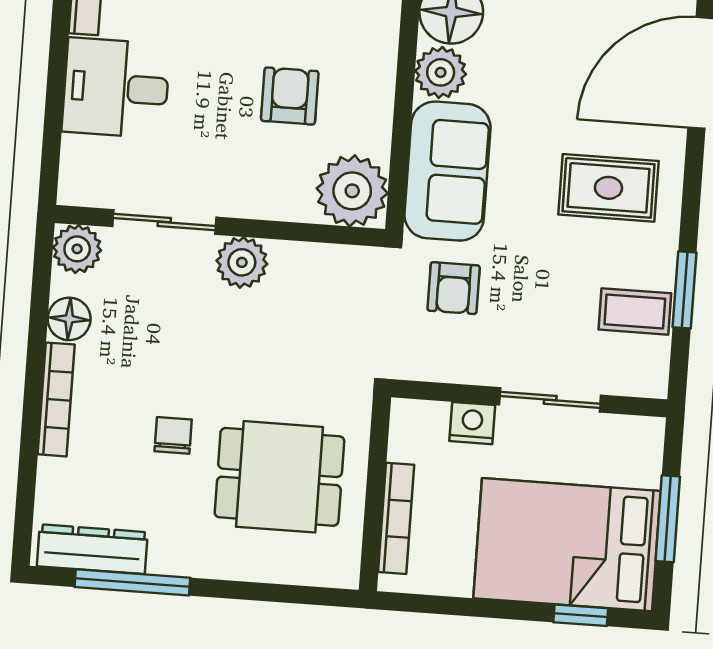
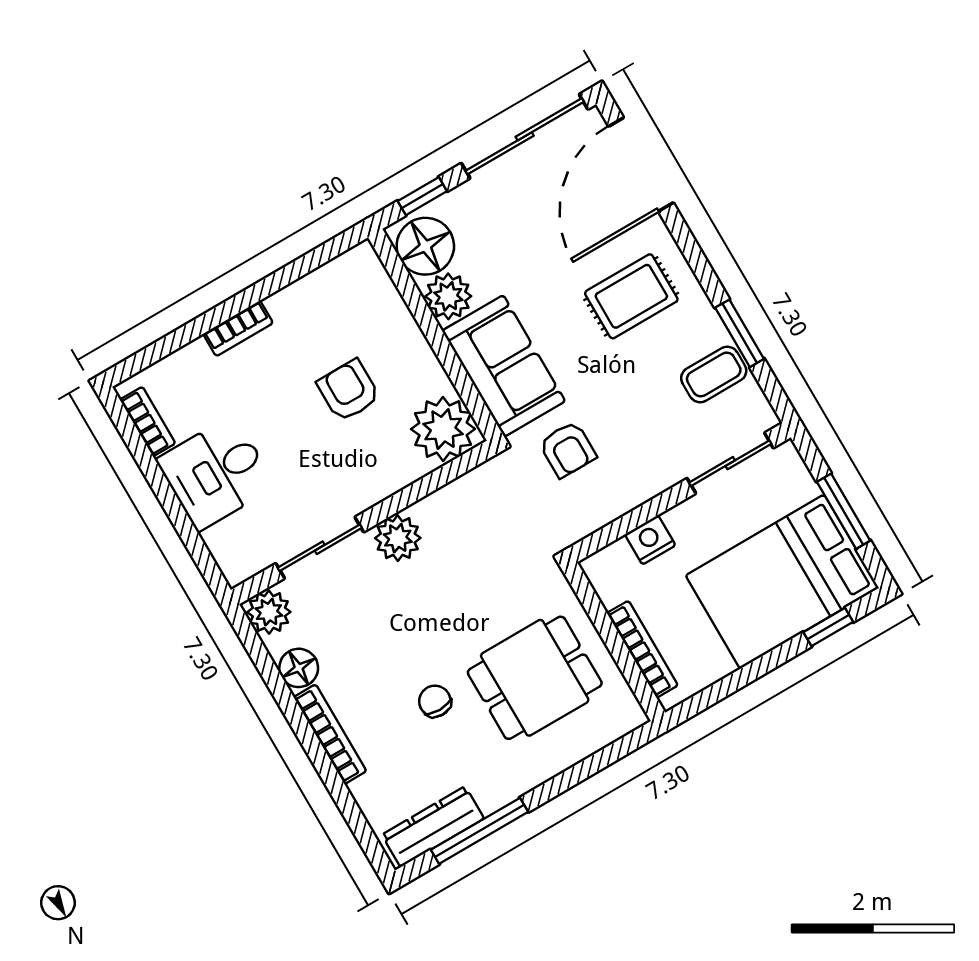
sliding door: (550, 400) -> (730, 463), moved

